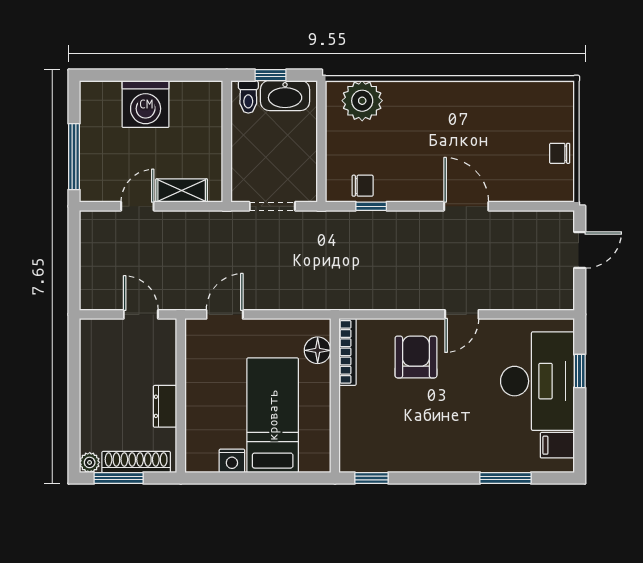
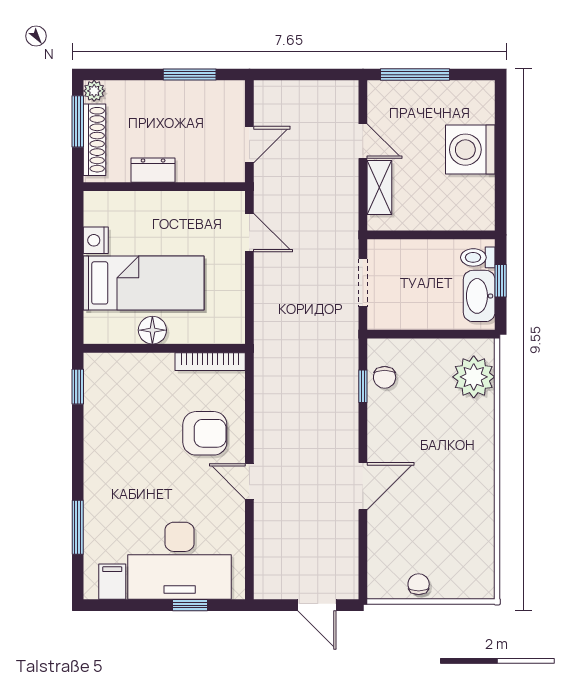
floor lamp: (318, 350) -> (152, 330), moved
window: (74, 372) -> (190, 75), added

